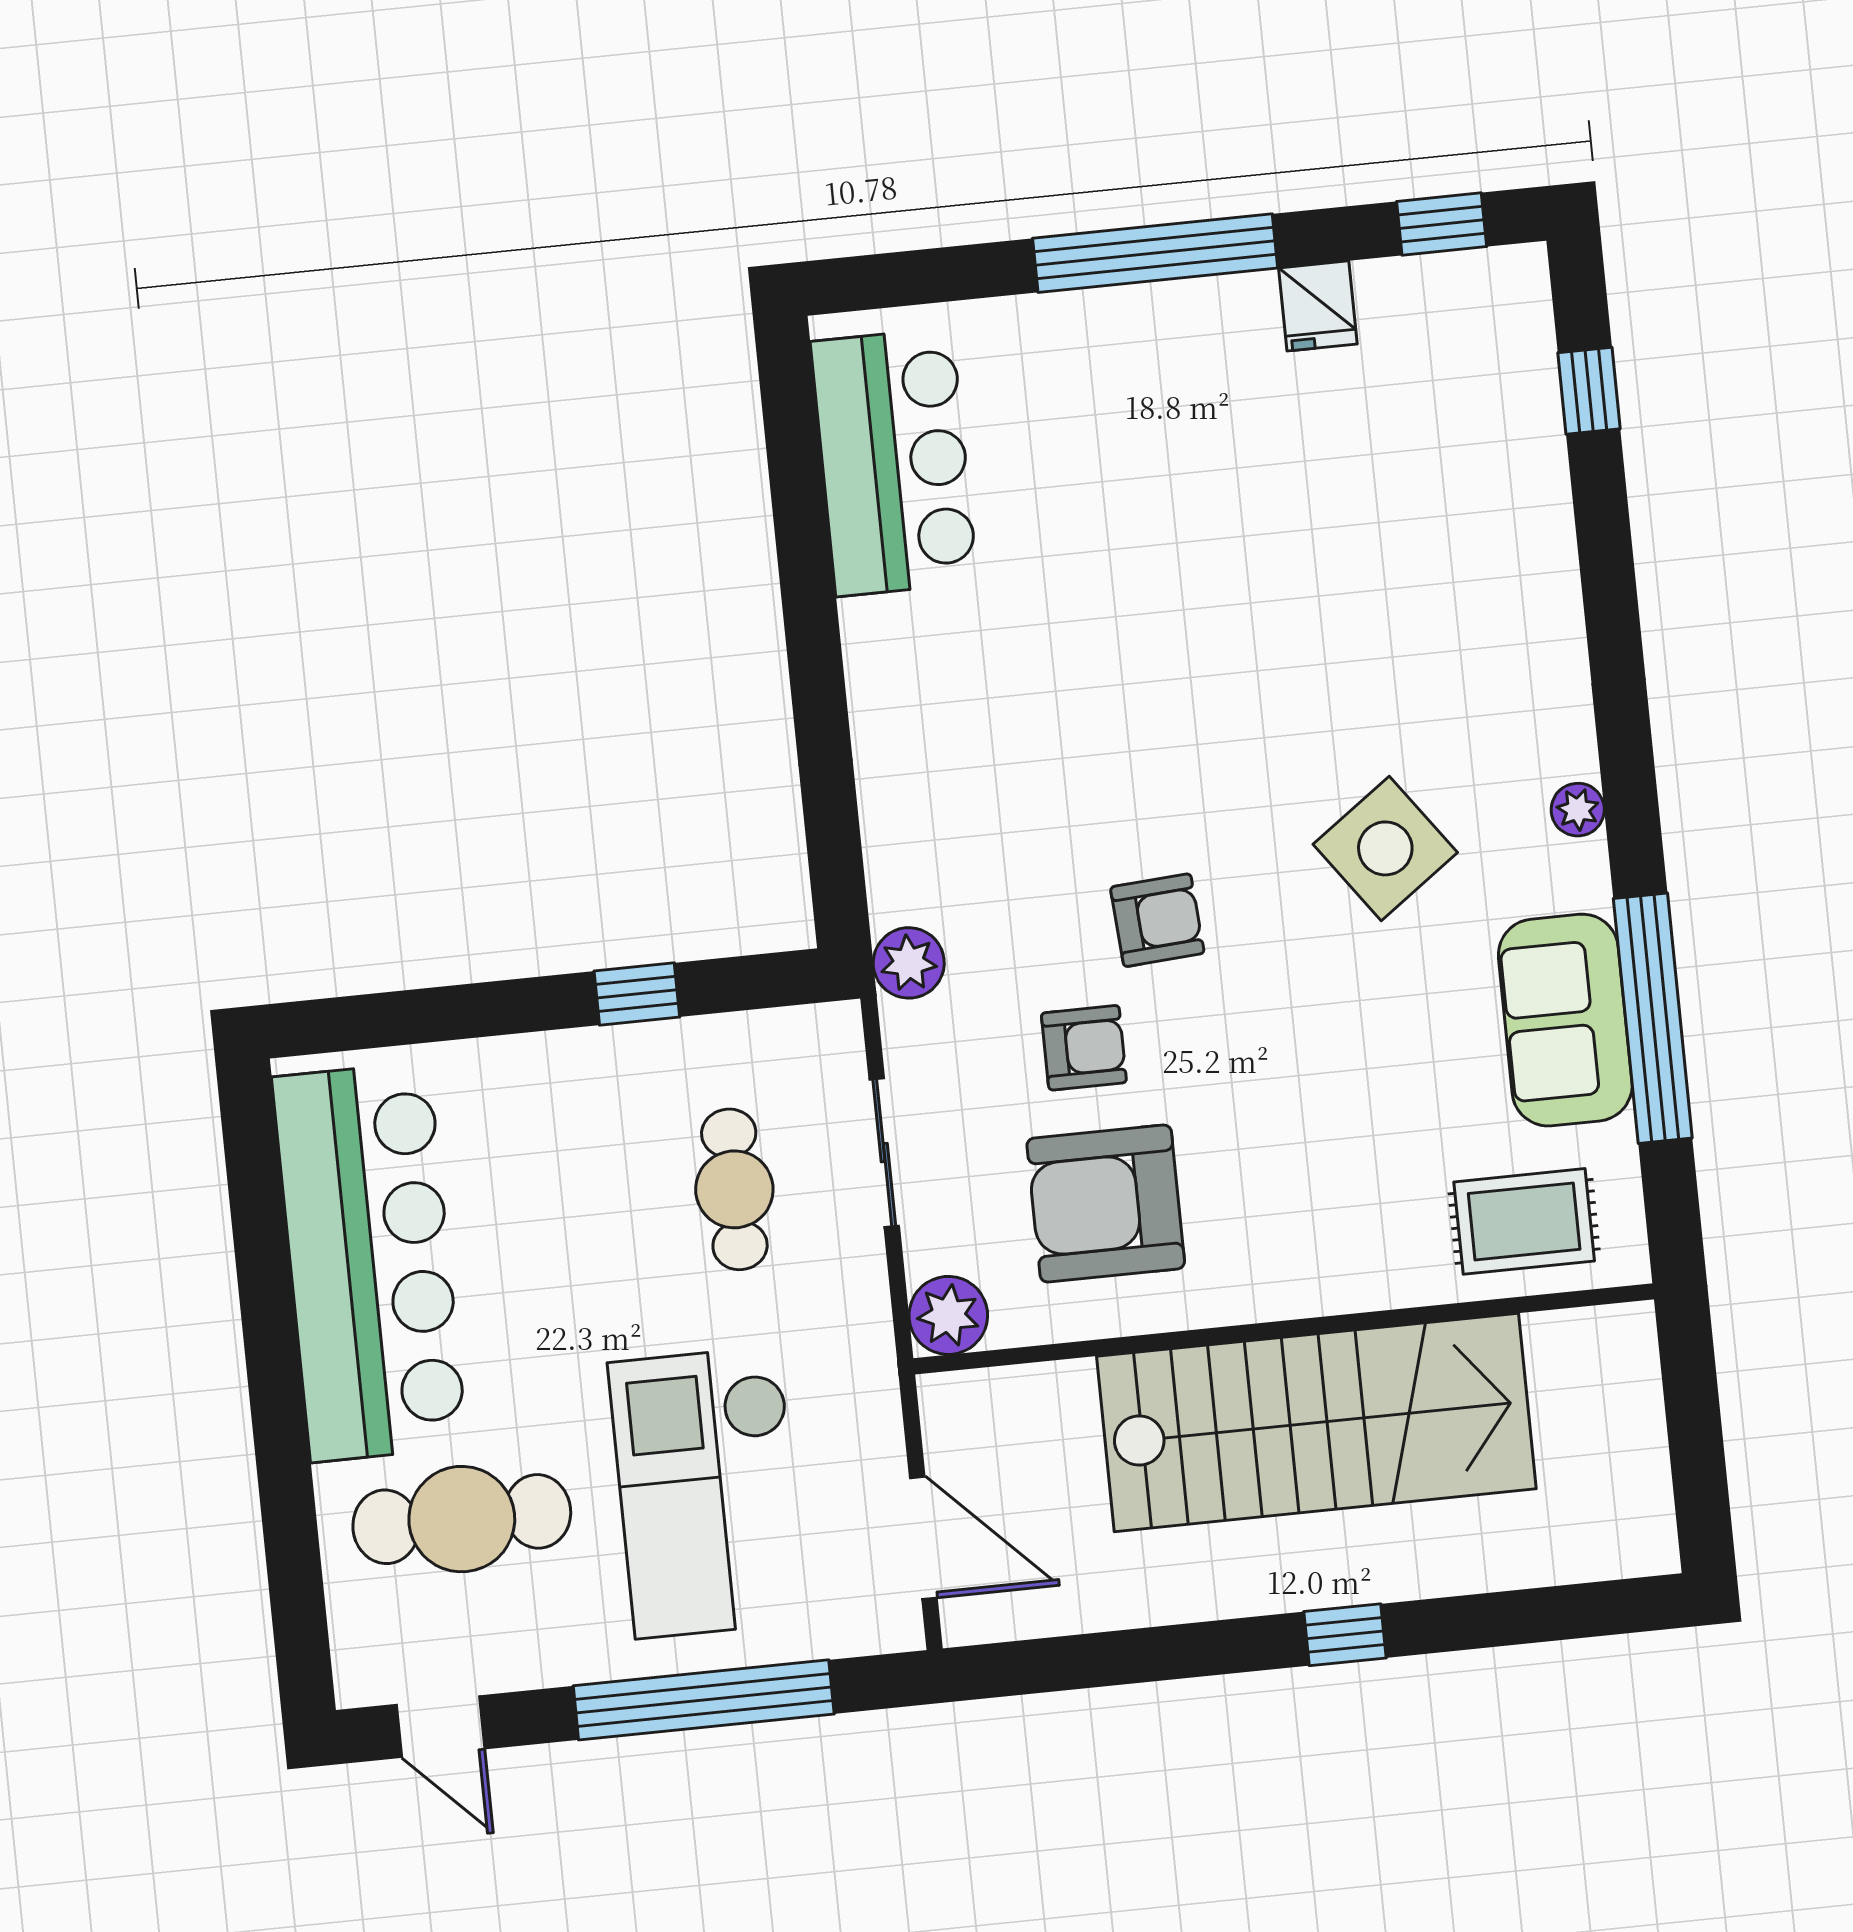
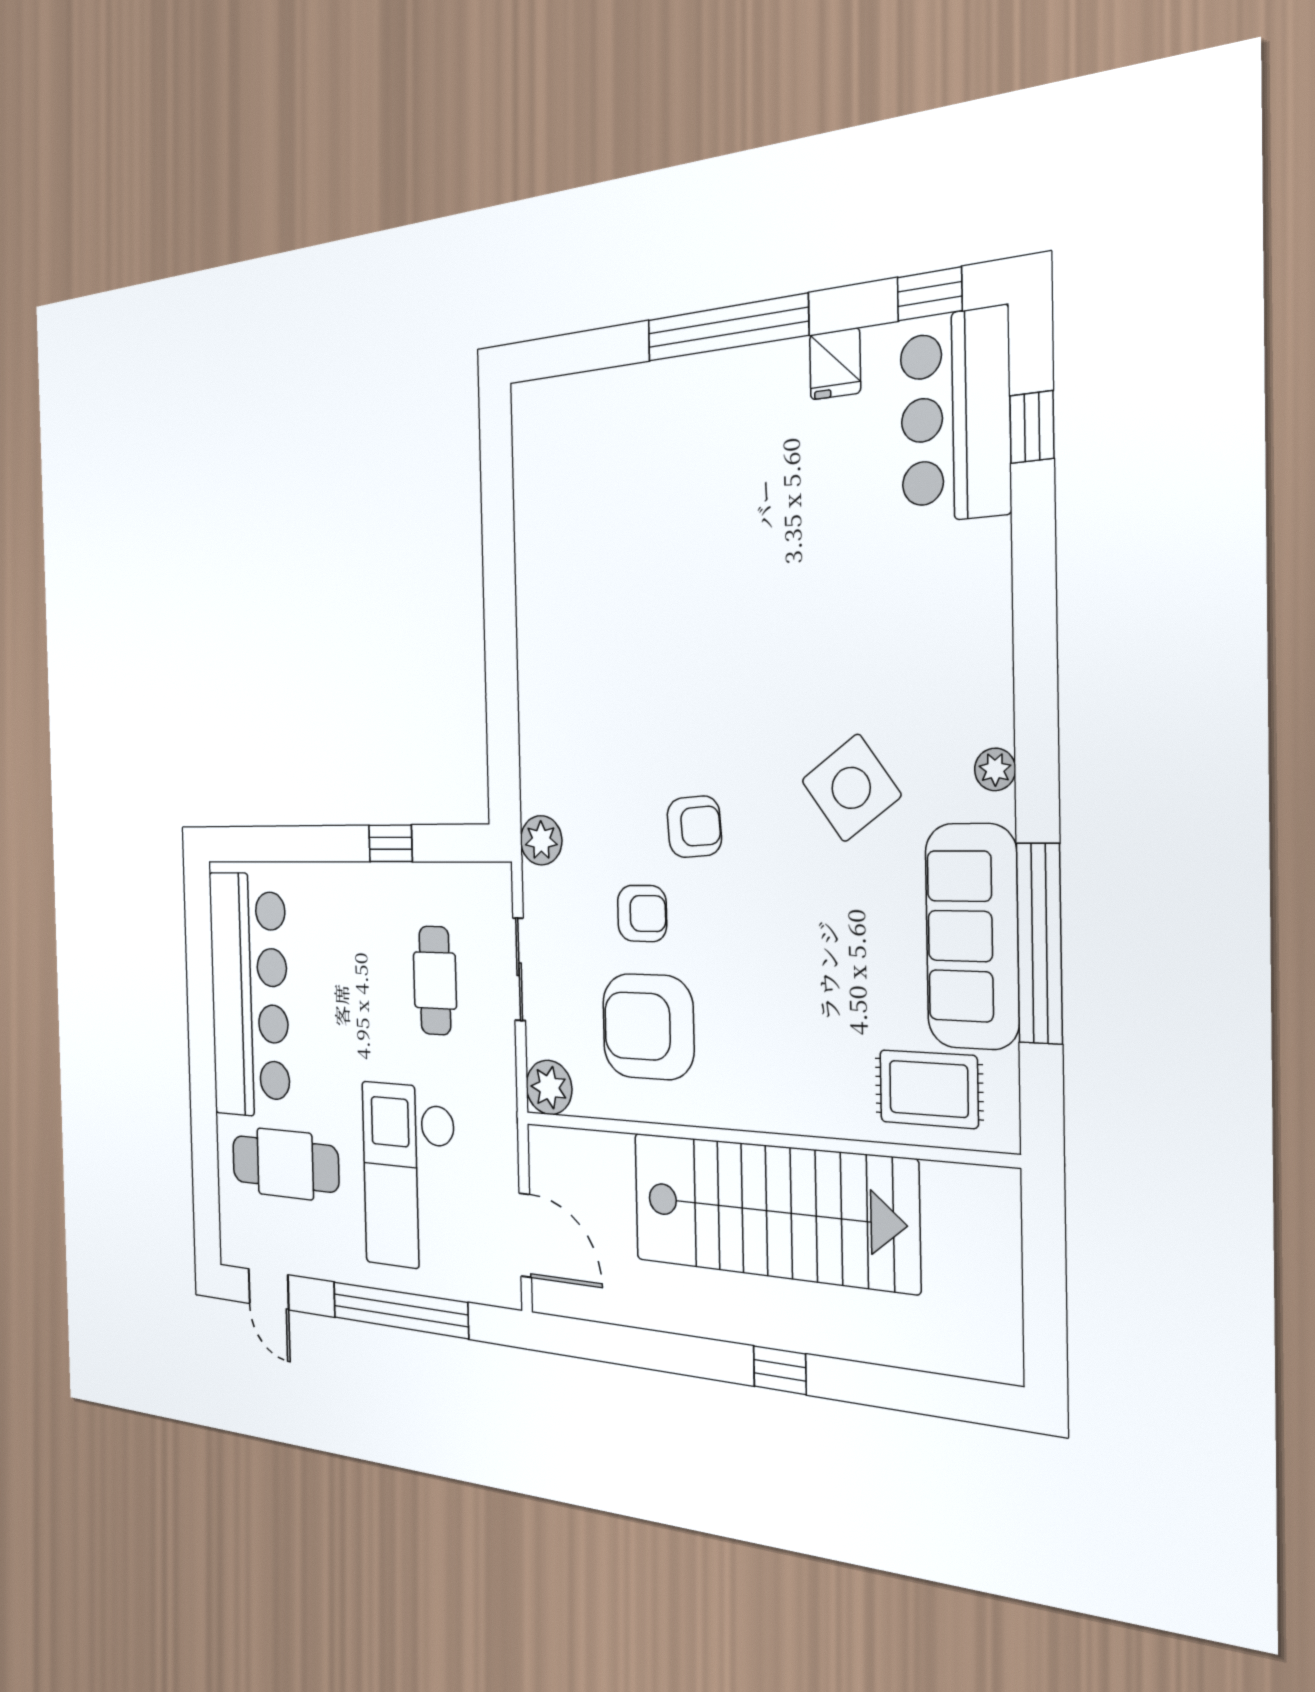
bar counter: (894, 462) -> (955, 416), moved, turned 180
sofa: (1565, 1020) -> (972, 936), width x1.36

